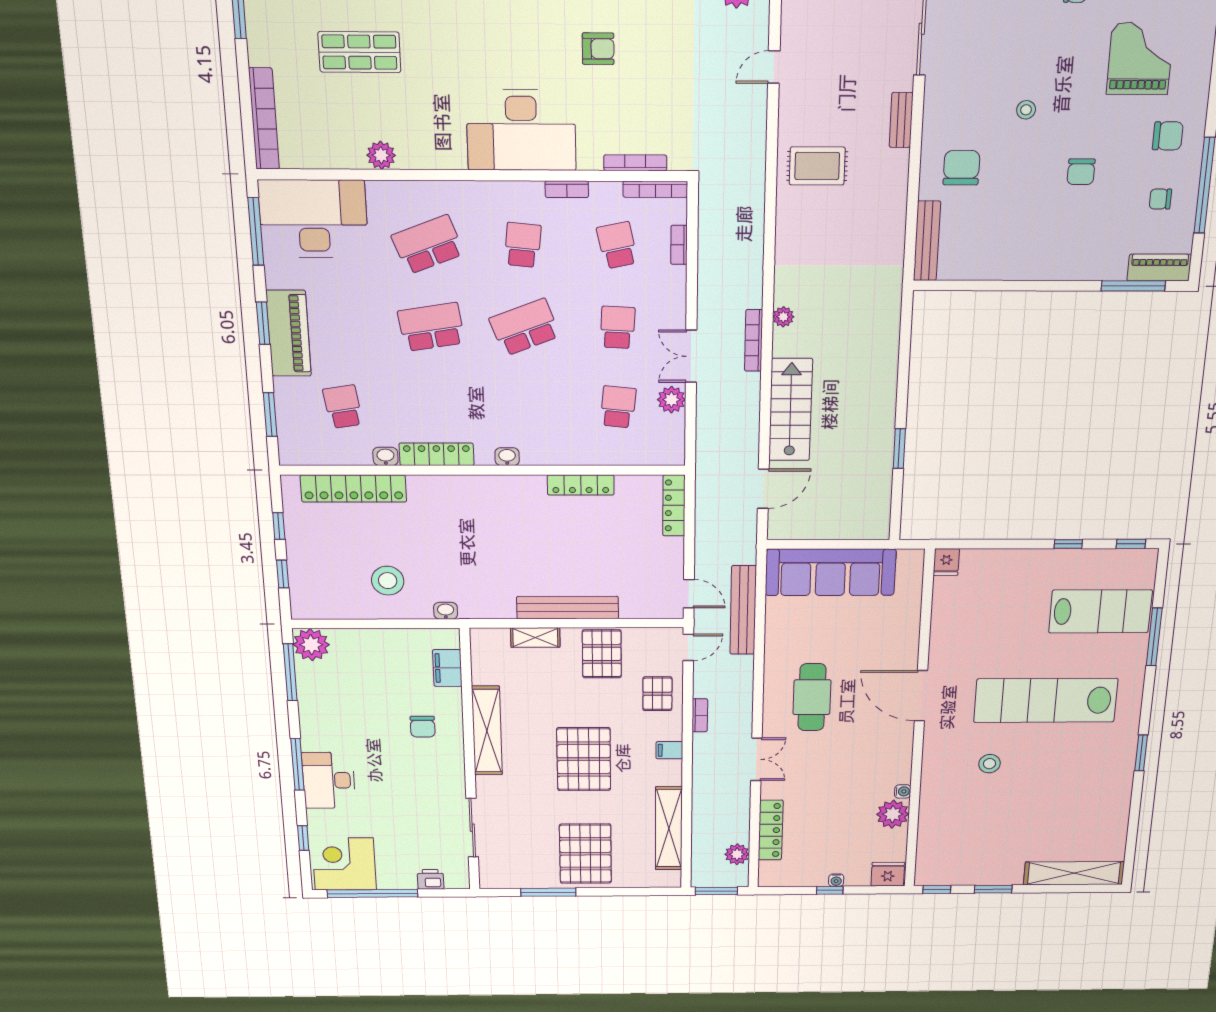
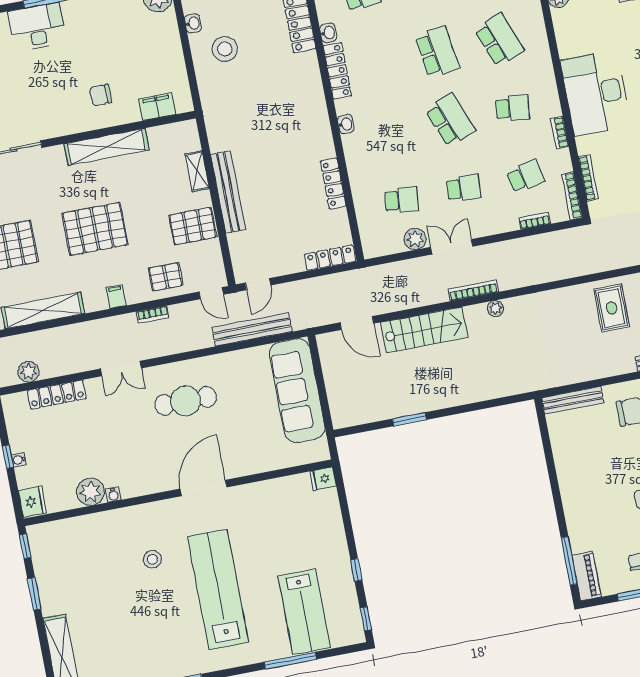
washbasin: (446, 611) -> (193, 23), moved

